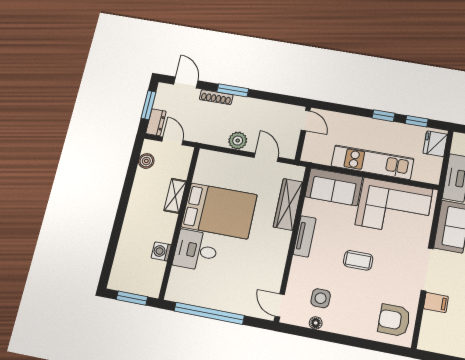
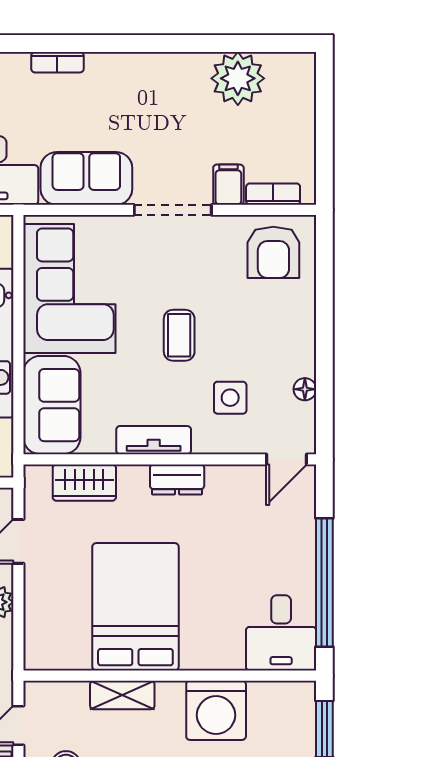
wardrobe: (288, 204) -> (84, 483), width x0.67
dresser: (281, 245) -> (177, 479), added
desk: (196, 250) -> (281, 633), moved
washing machine: (161, 251) -> (216, 710), width x1.89, depth x1.89
side table: (321, 298) -> (230, 398), moved
bookcase: (427, 326) -> (273, 194), added

